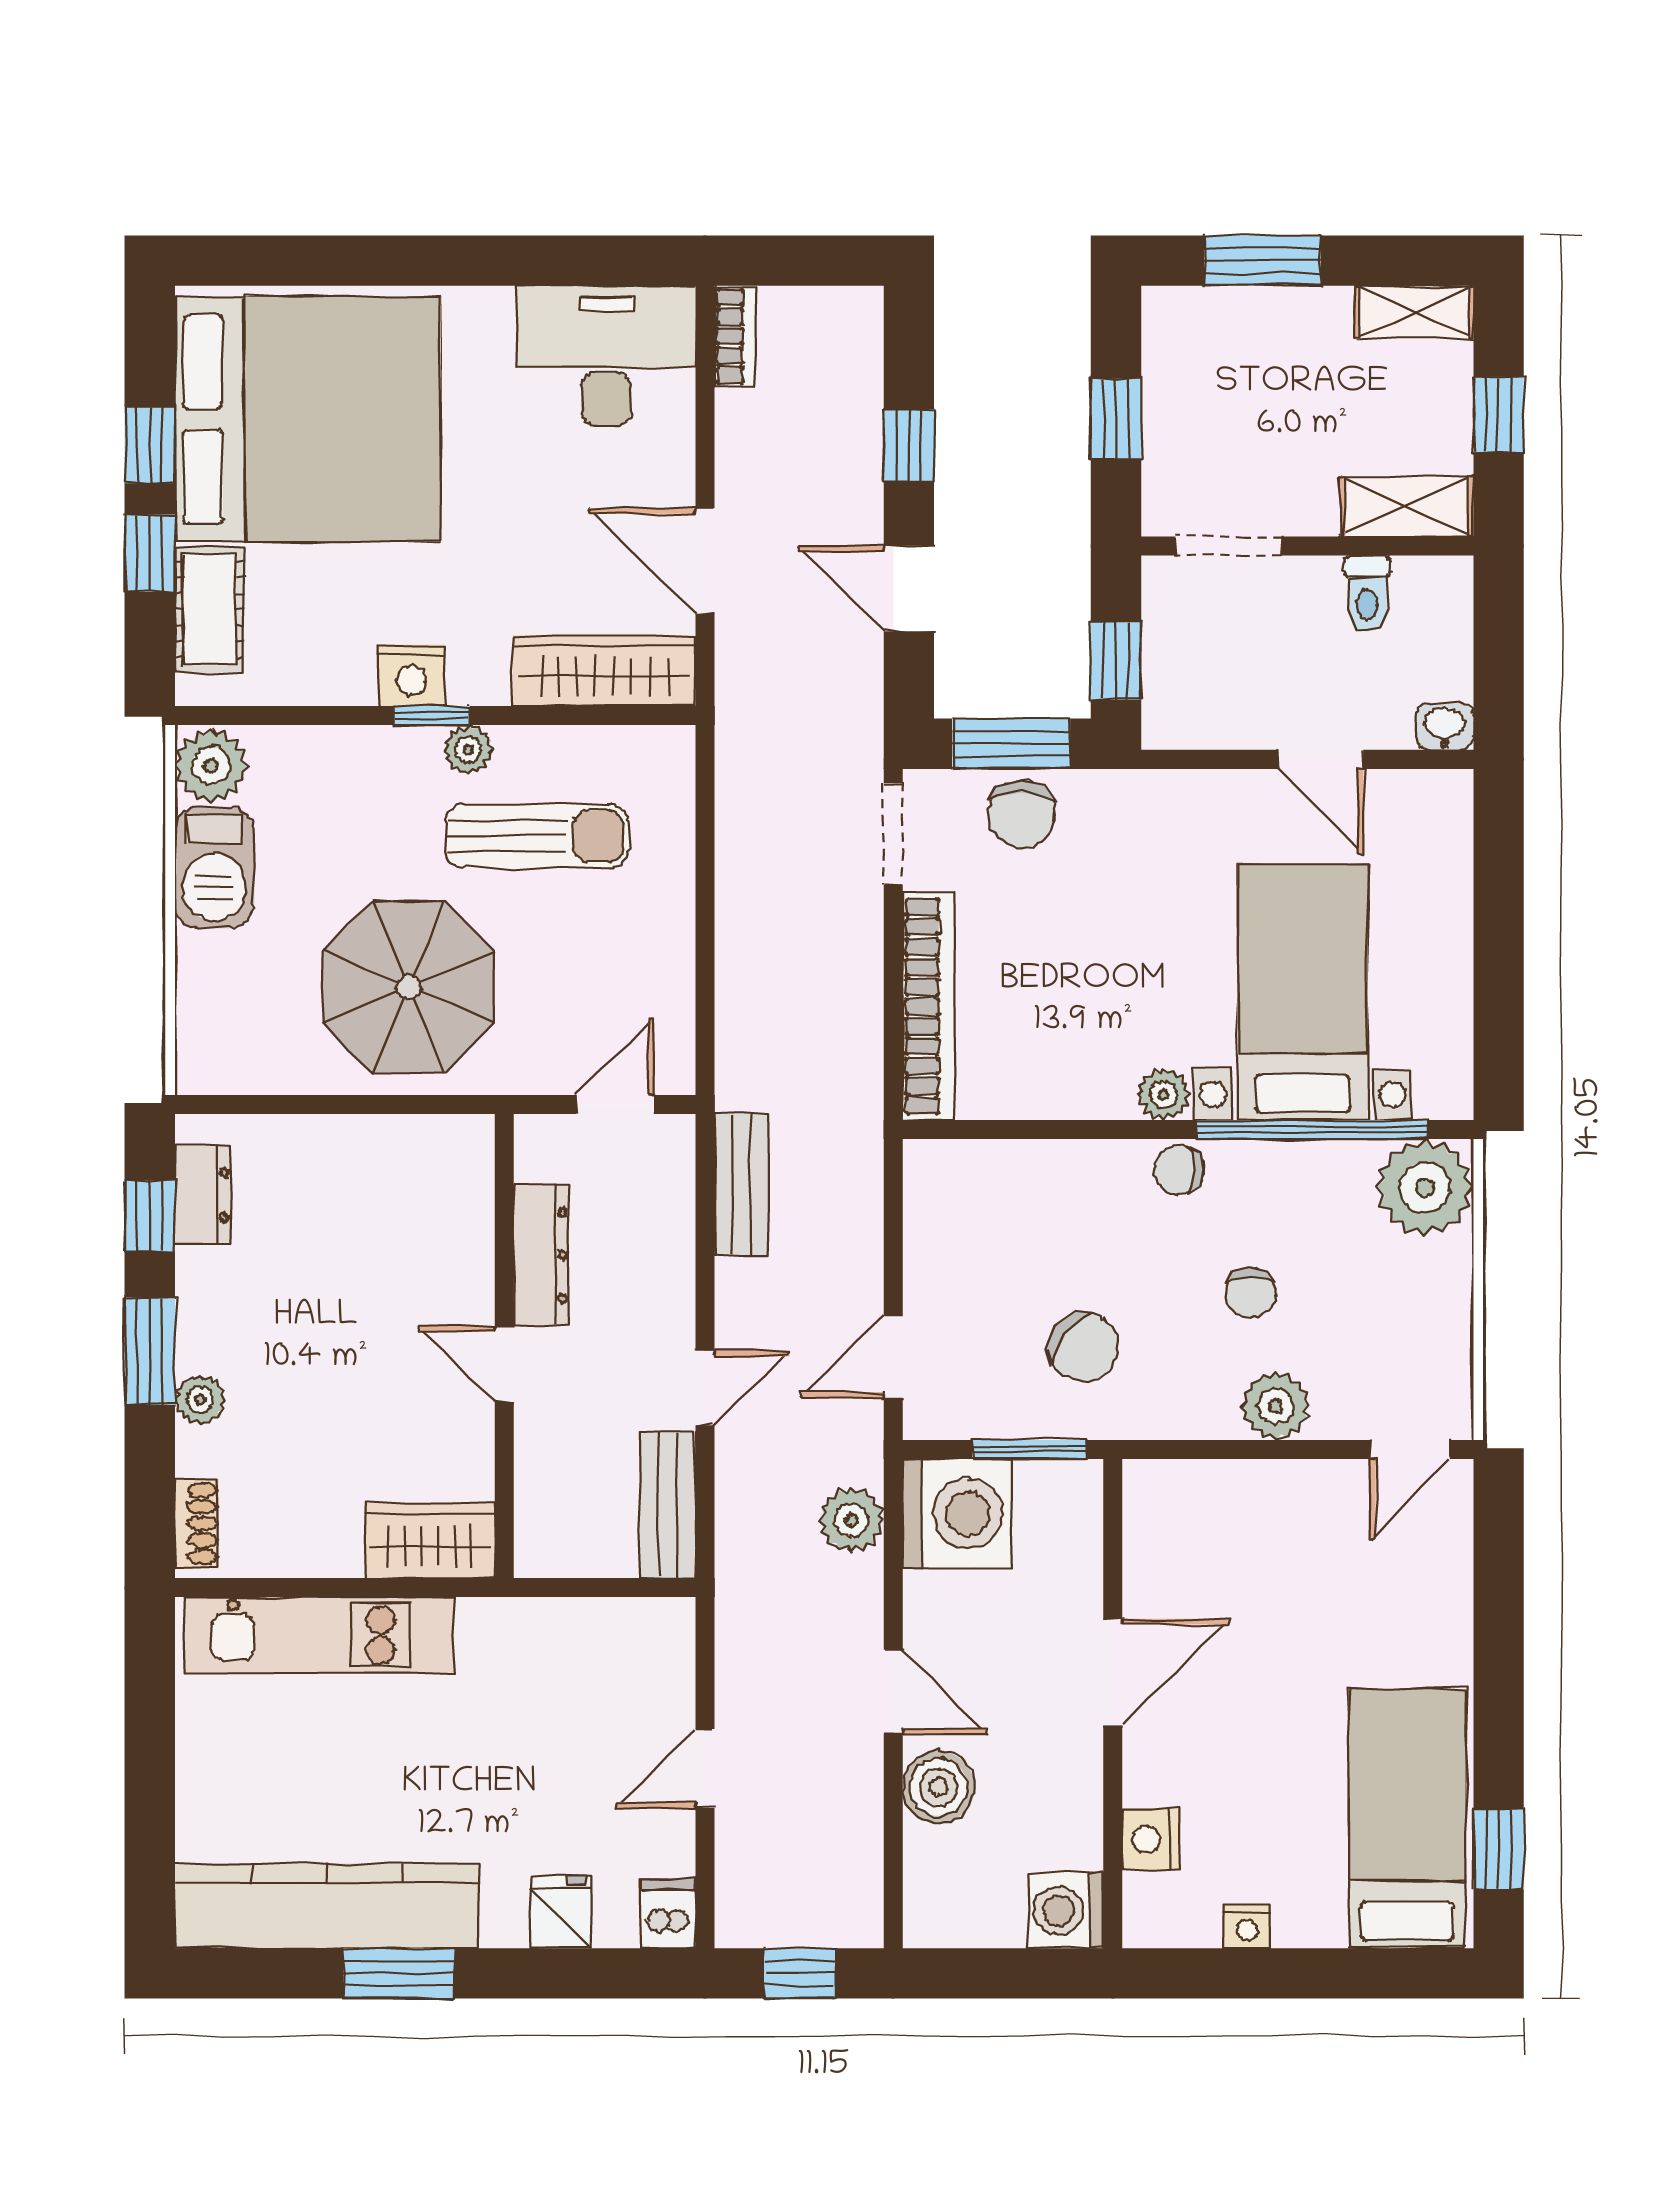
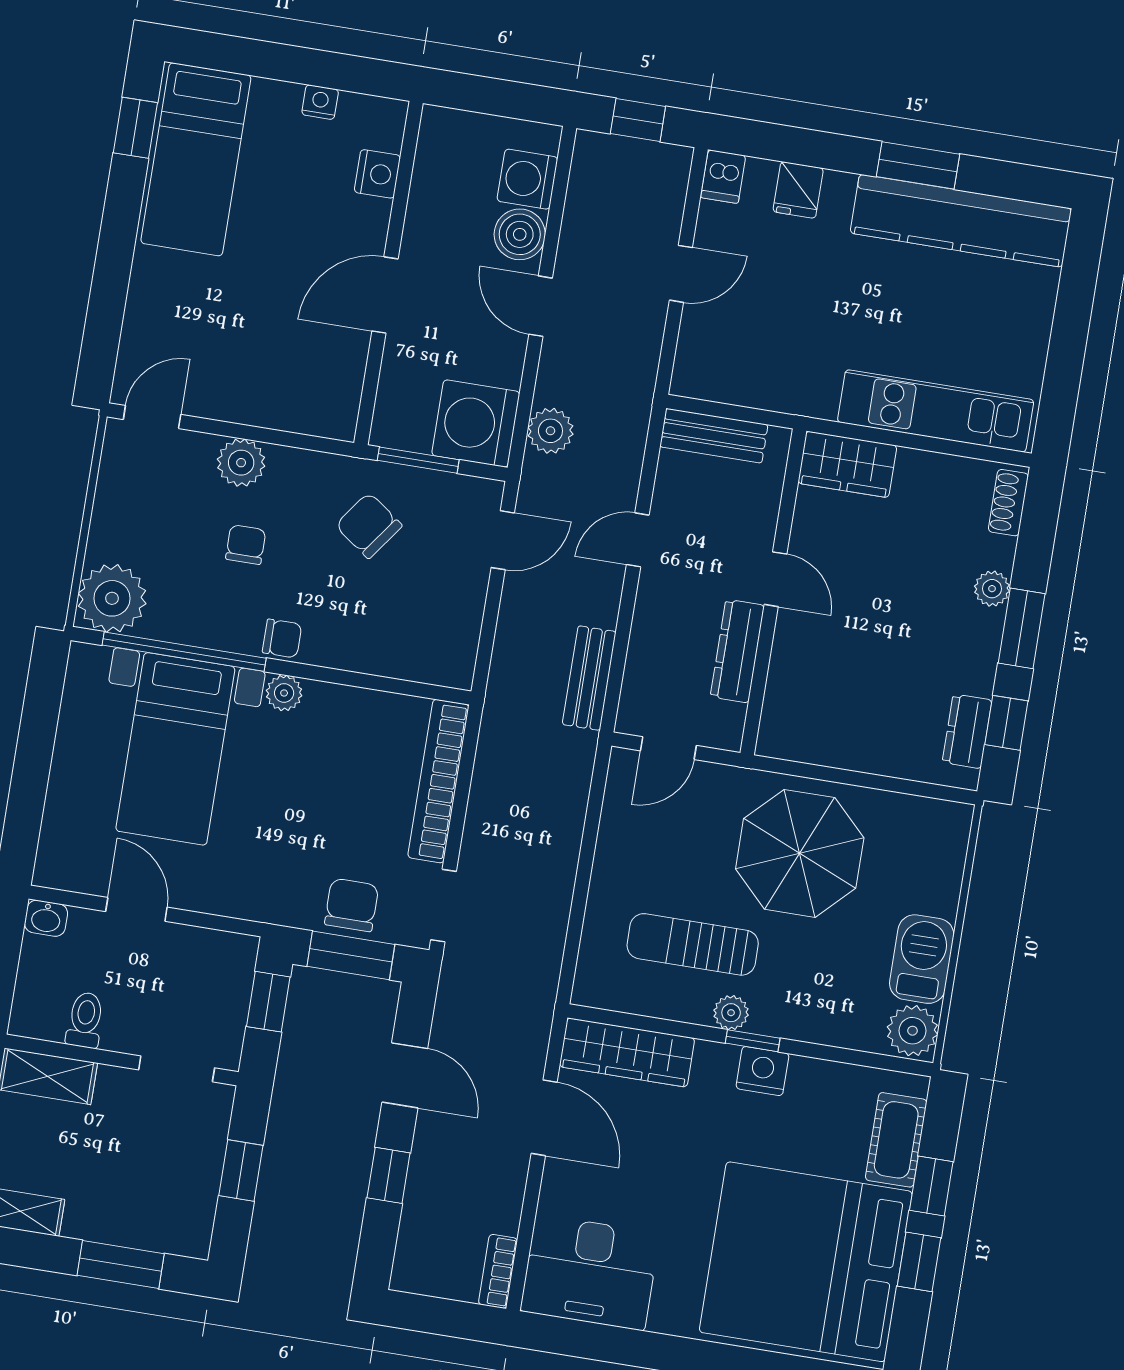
bench: (668, 1505) -> (714, 436), moved, turned 90
washing machine: (1066, 1911) -> (527, 179), moved, turned 180

